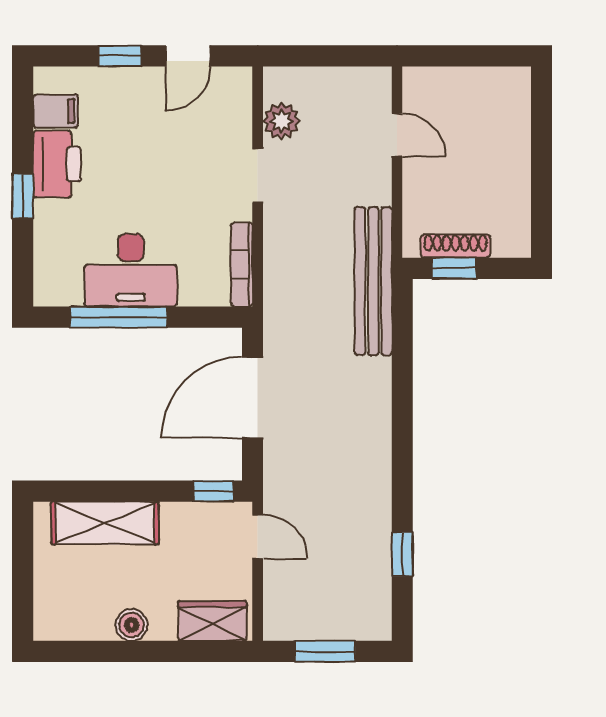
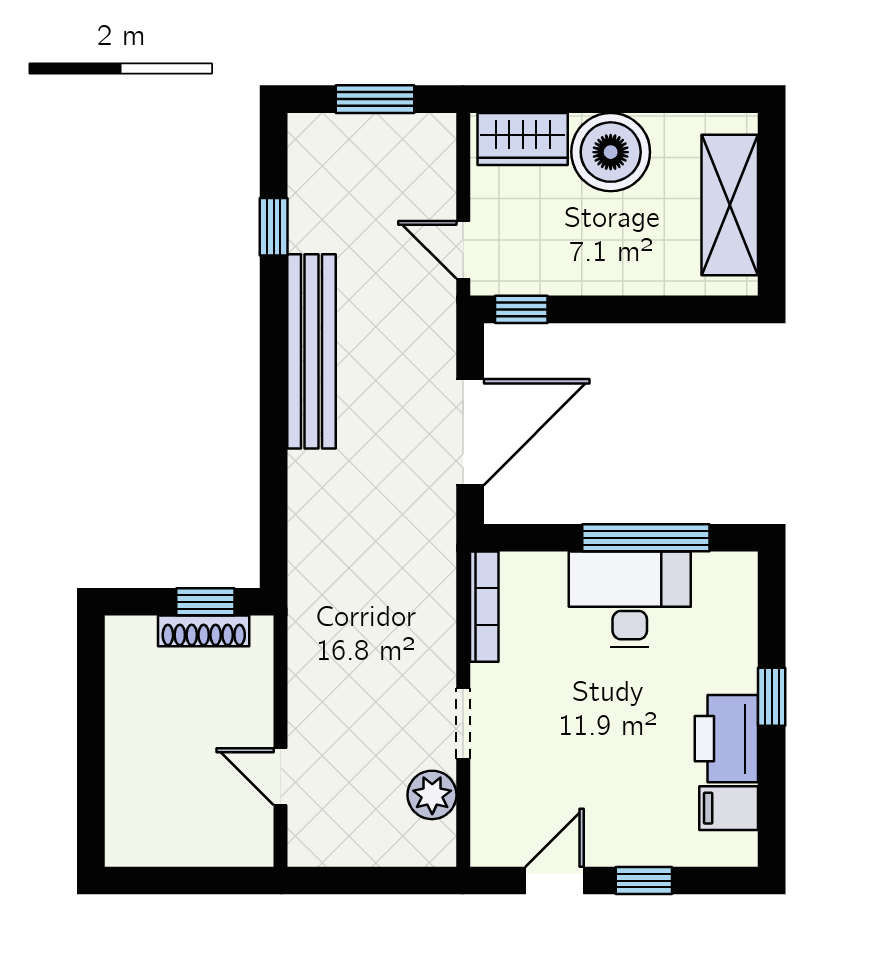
bench: (373, 281) -> (311, 351), moved
shelving: (105, 523) -> (730, 205), moved, turned 90
boiler: (132, 625) -> (611, 152), width x1.86, depth x1.86

